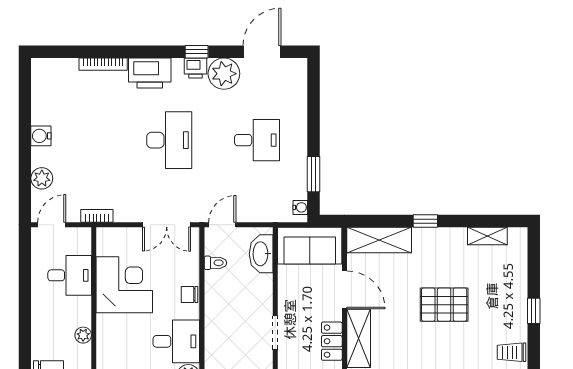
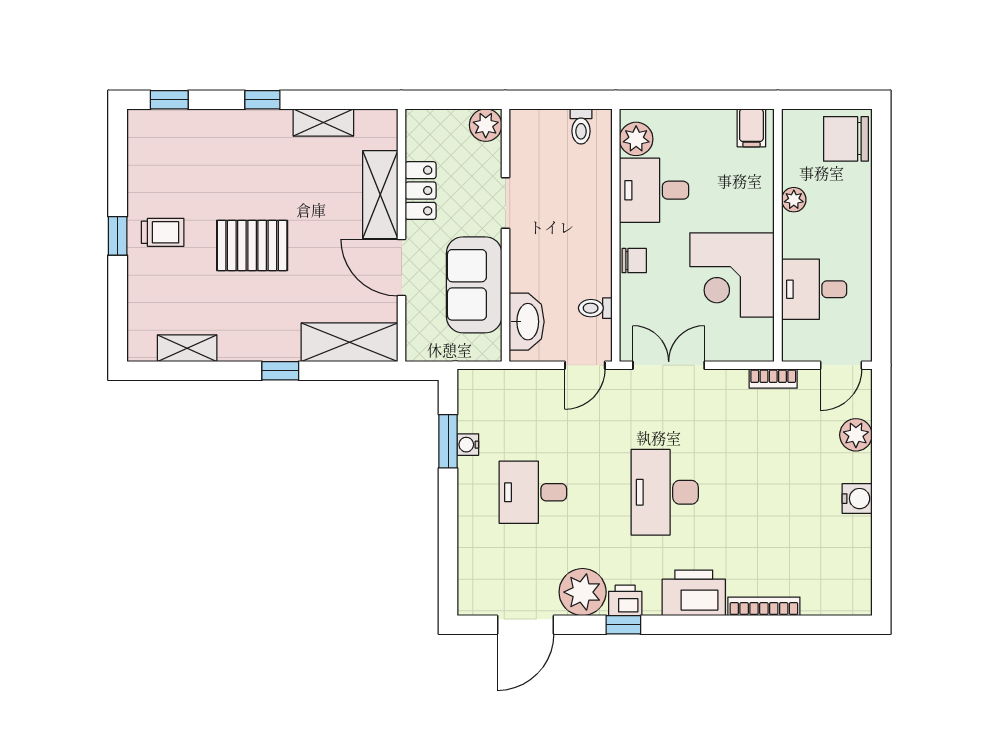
water cooler: (300, 207) -> (468, 445), moved
sofa: (310, 246) -> (474, 285), moved, turned -90
trolley: (512, 352) -> (163, 232), moved

